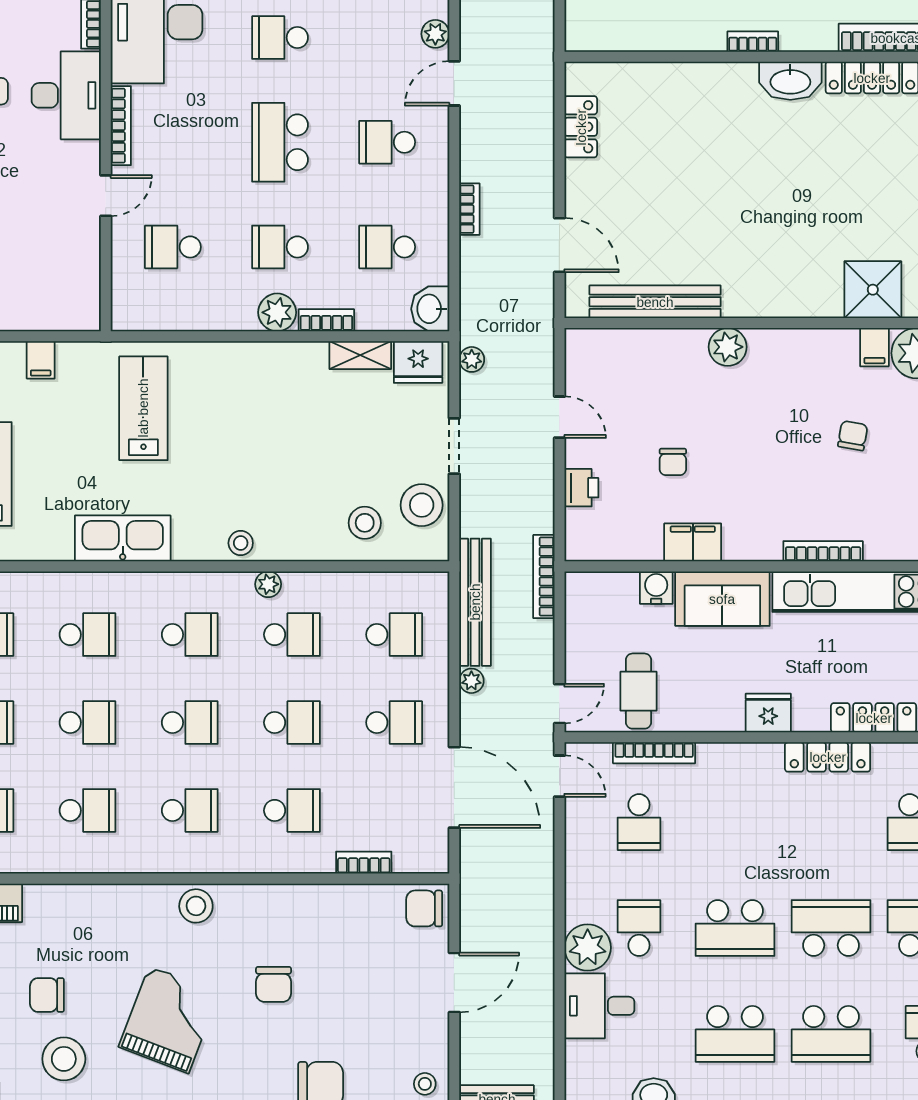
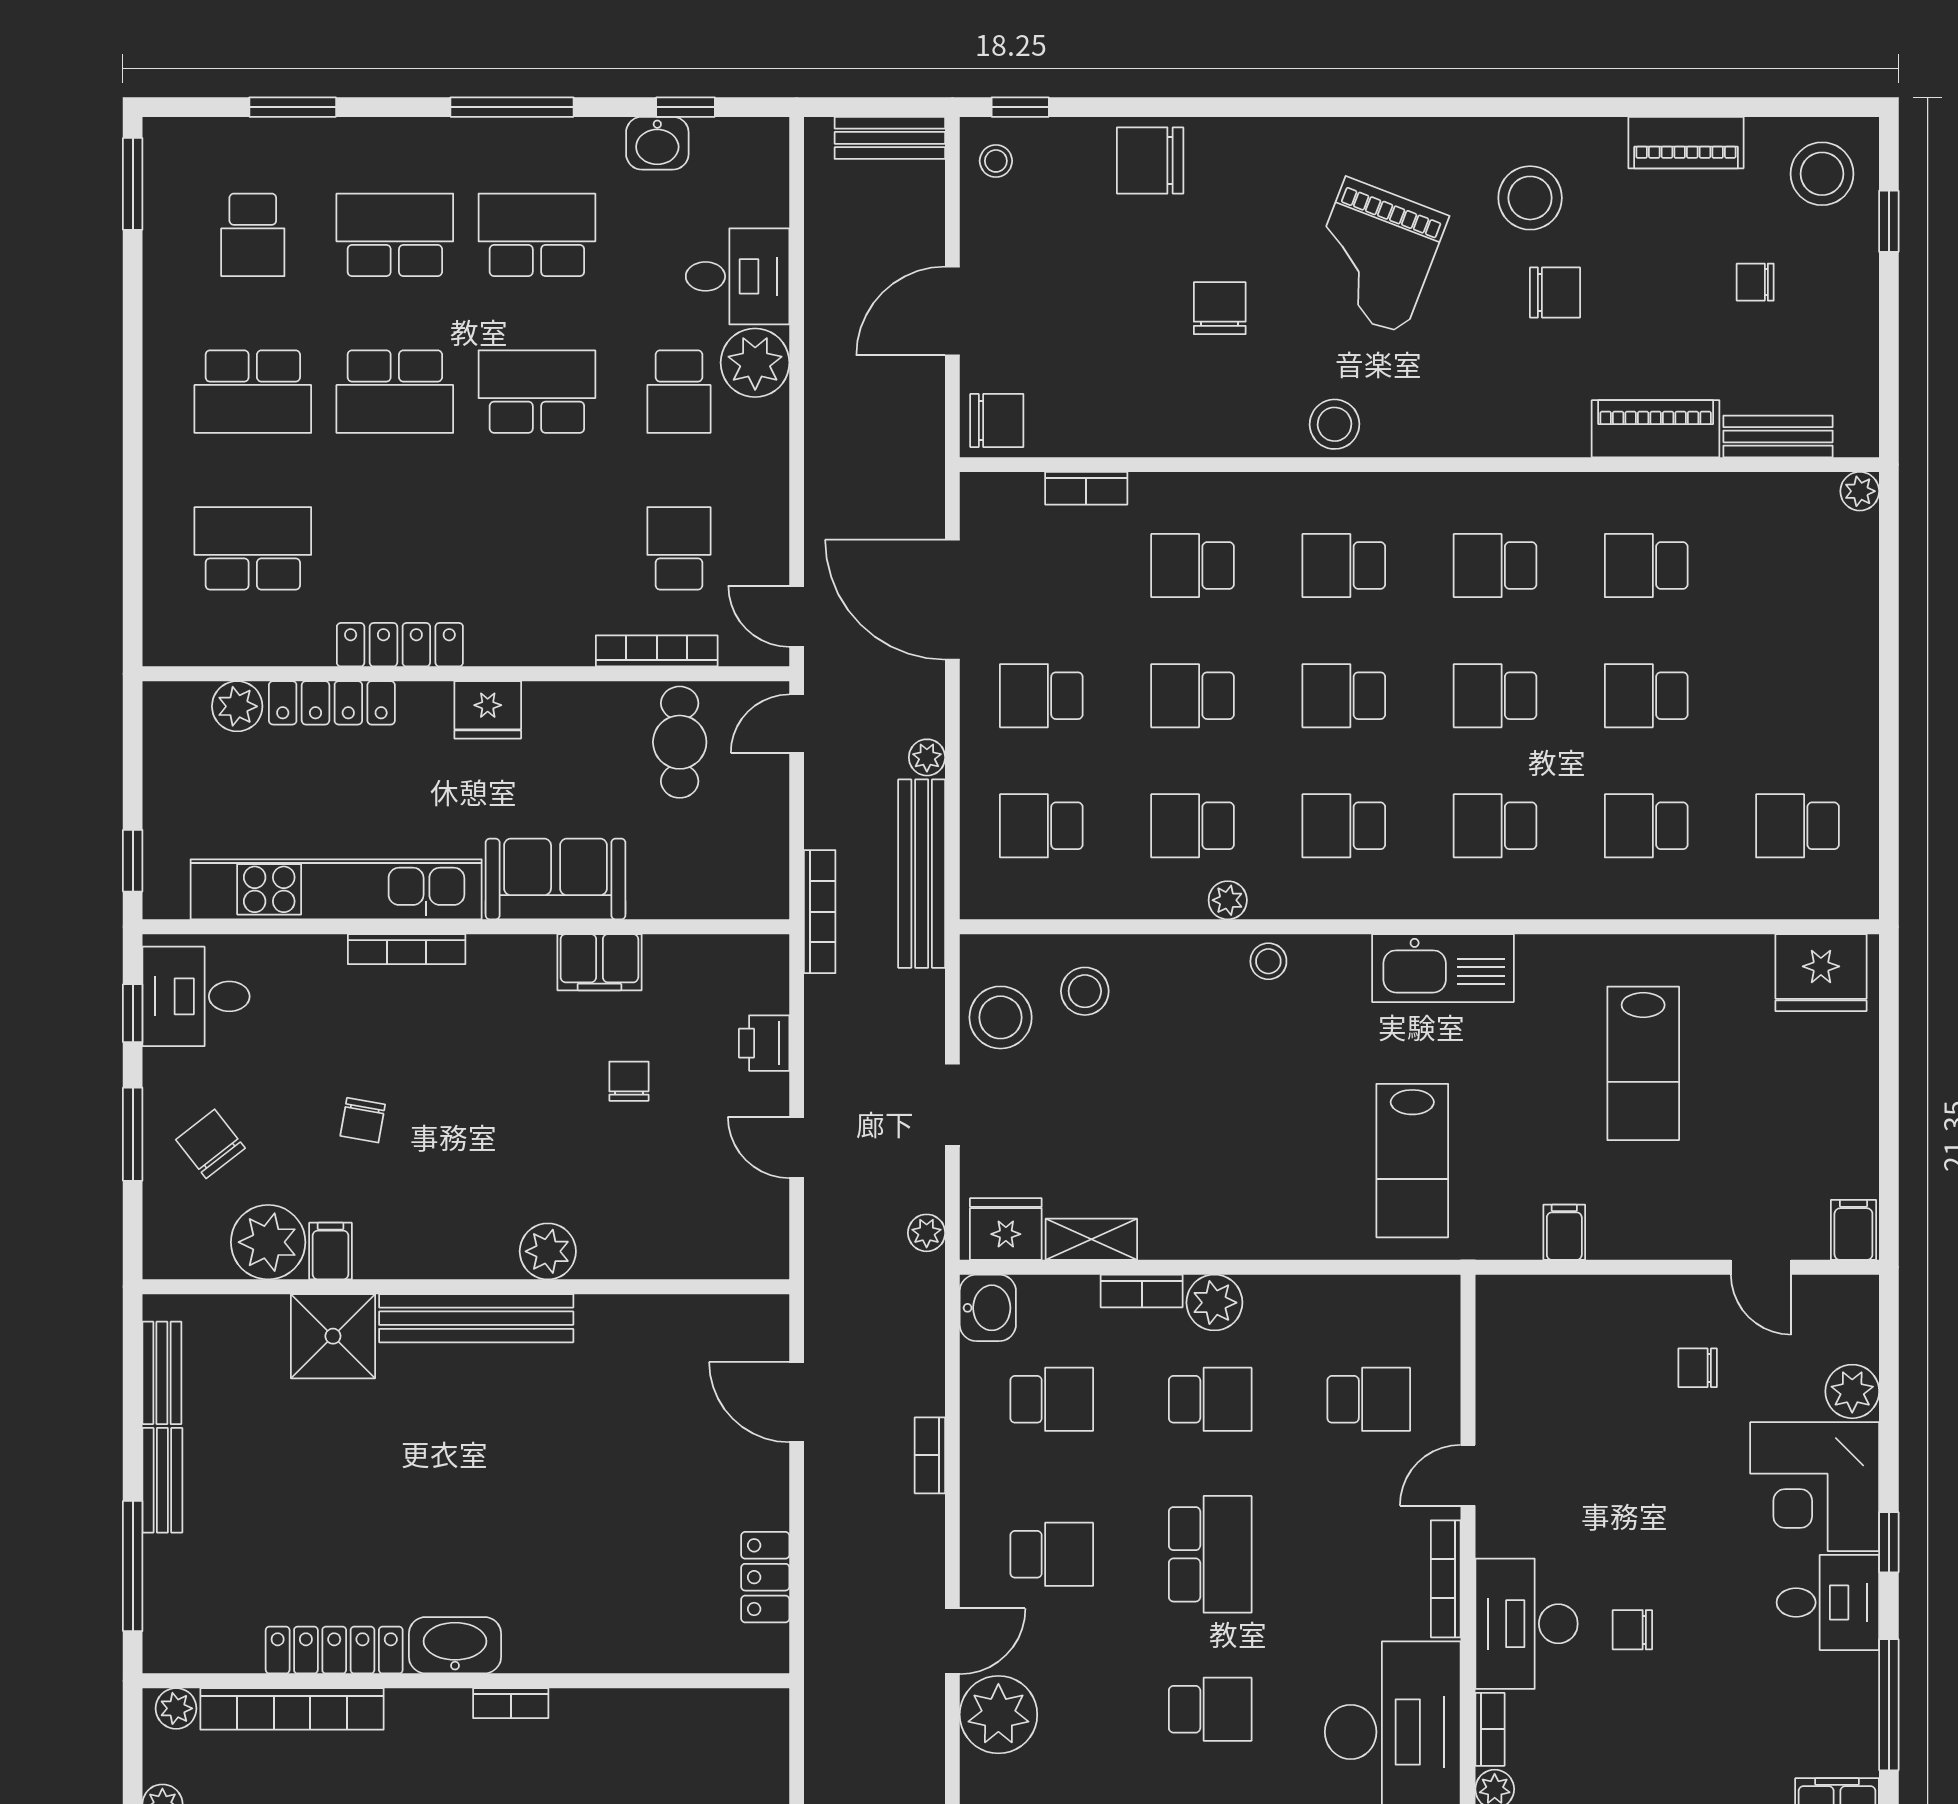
plant: (435, 34) -> (998, 1715), width x1.88, depth x1.88
bench: (655, 302) -> (476, 1318), moved
water cooler: (656, 588) -> (653, 895), removed

